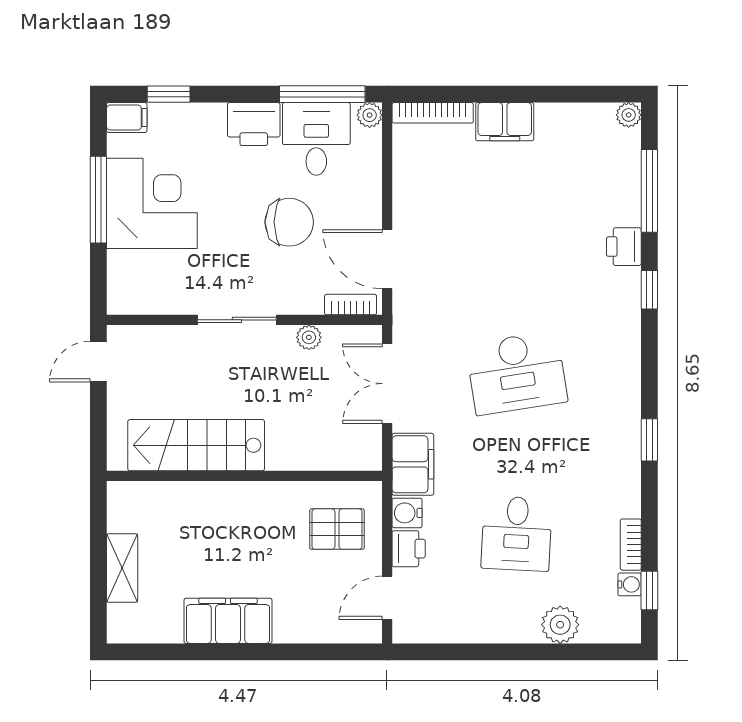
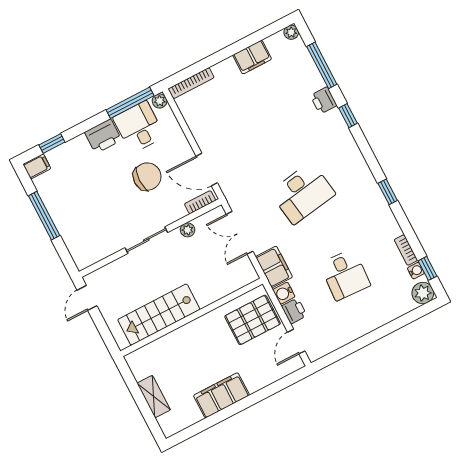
filing cabinet: (505, 122) -> (252, 57), moved
corner desk: (152, 203) -> (72, 203), removed
pallet: (337, 529) -> (253, 320), width x1.50, depth x1.42
plant: (560, 625) -> (423, 293), moved

